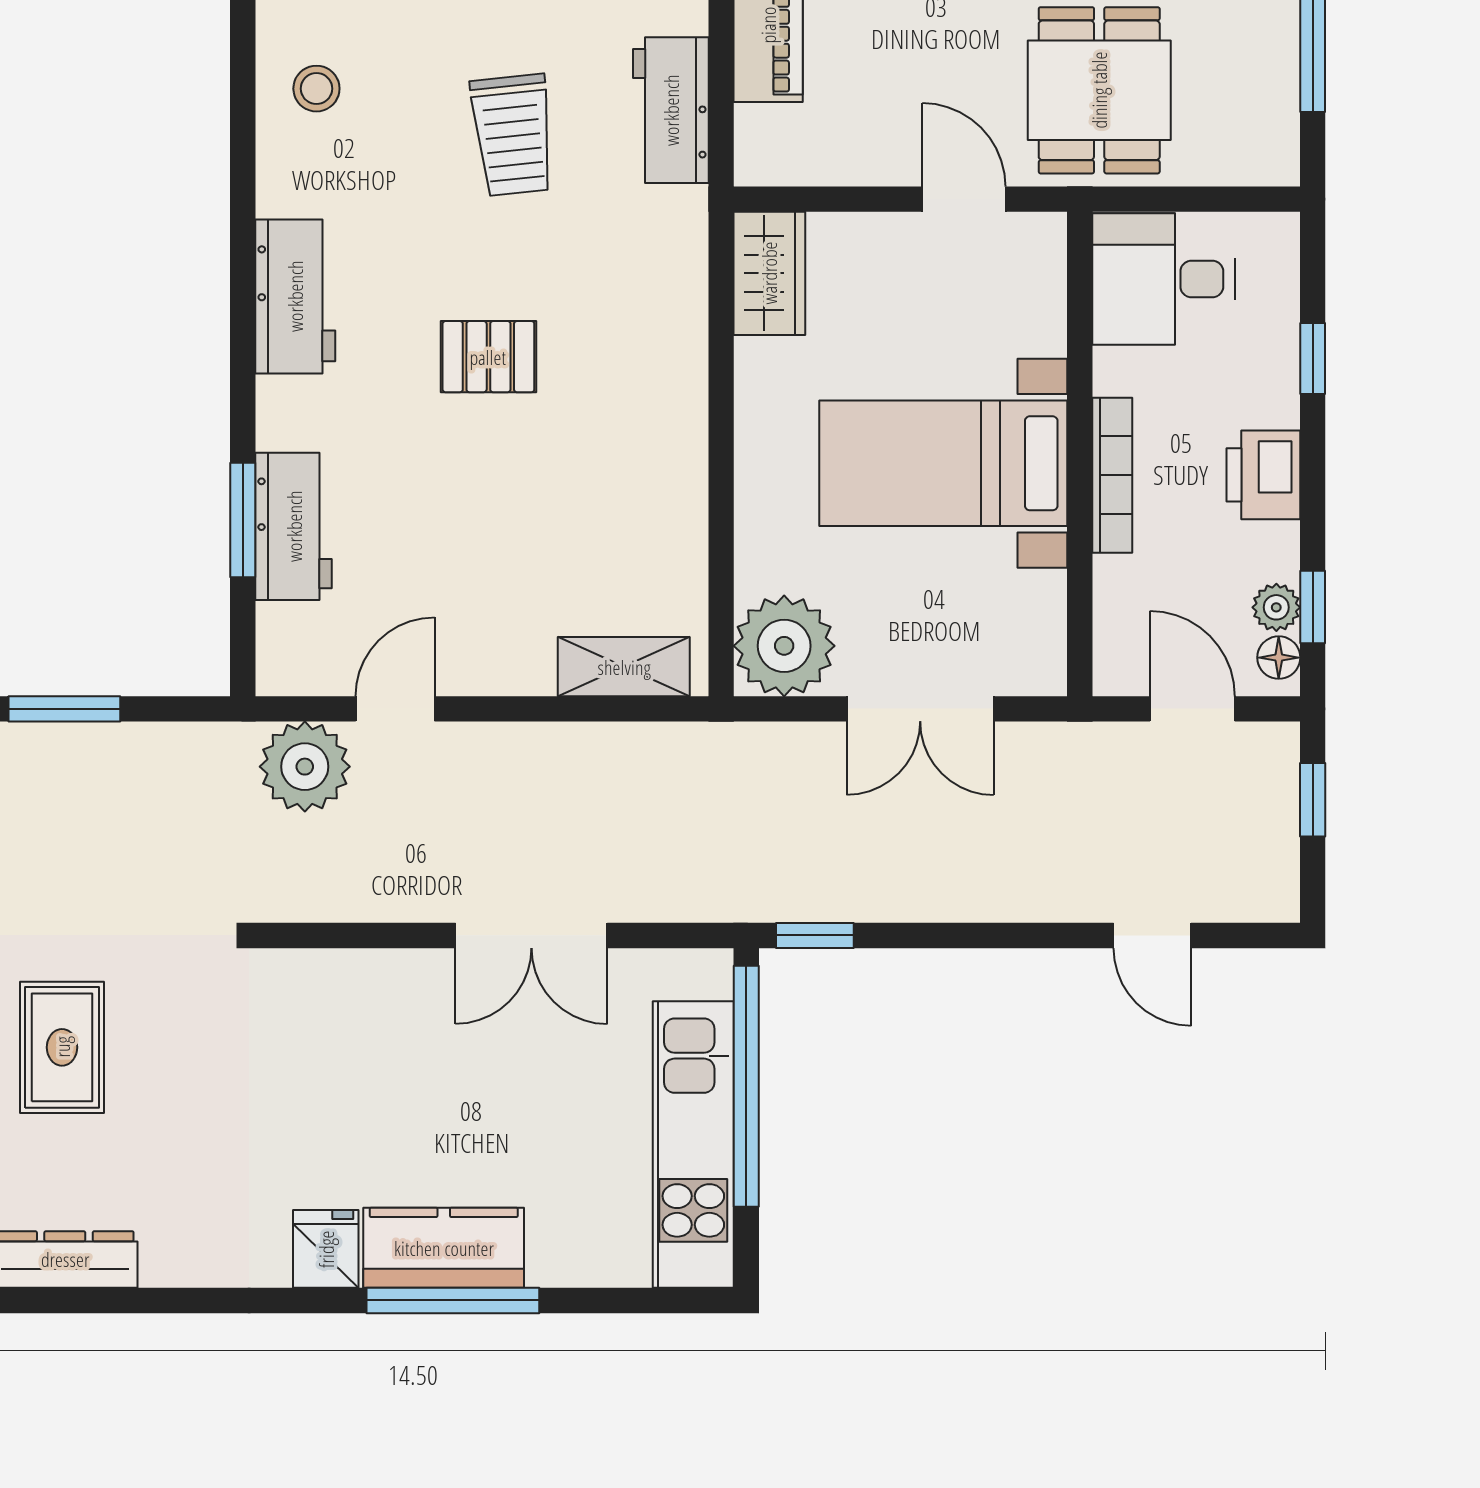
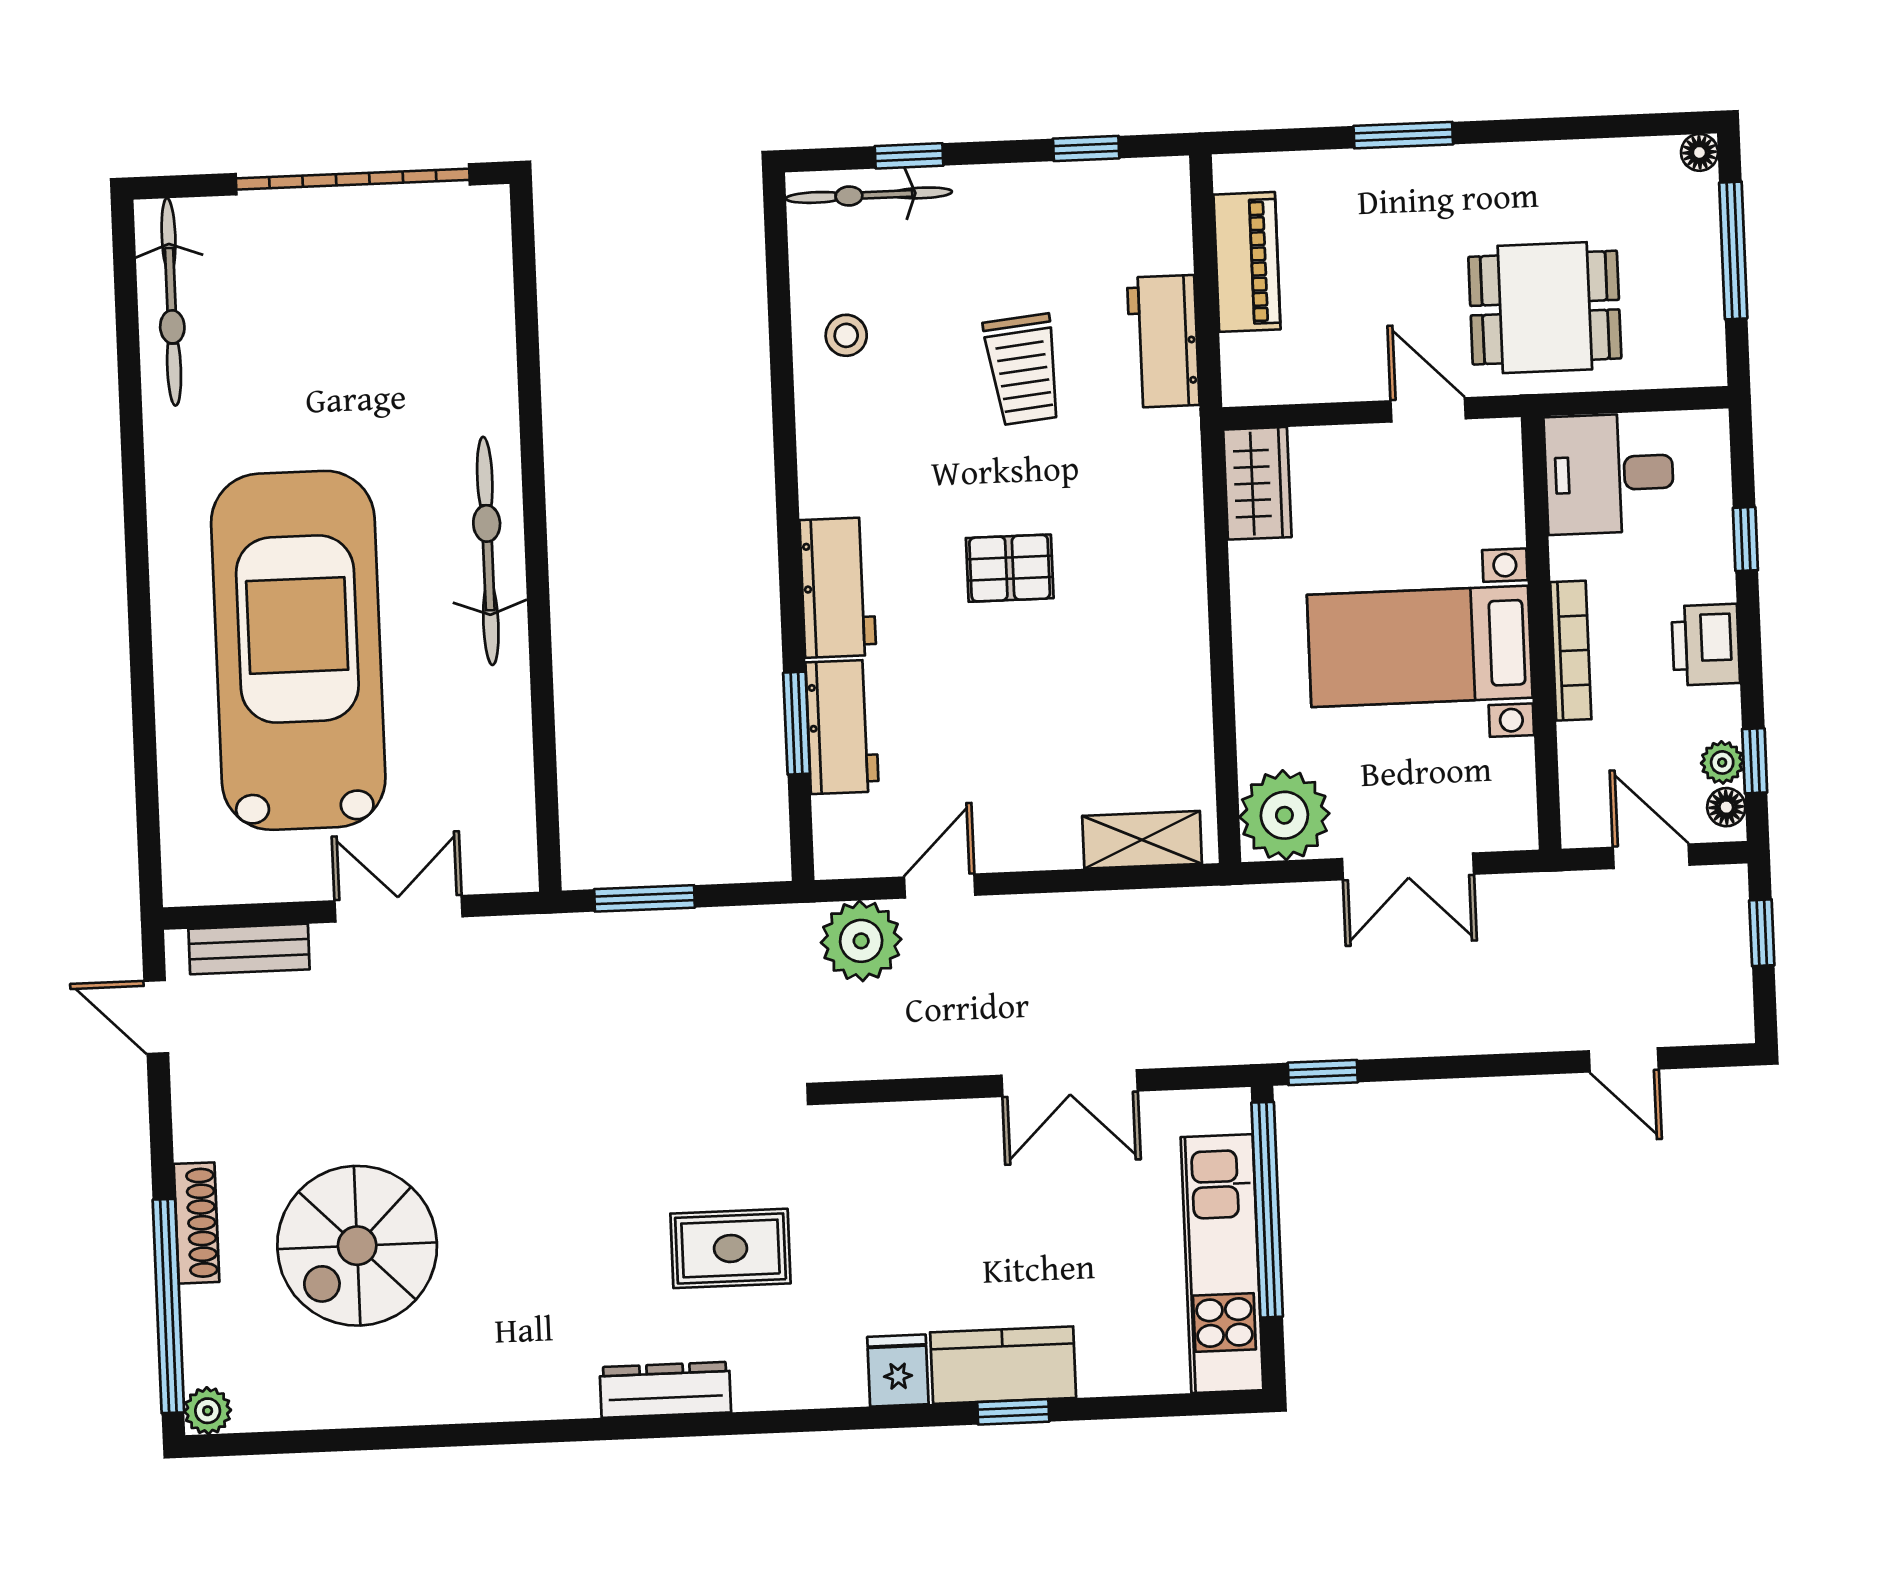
dining table: (1099, 90) -> (1545, 308), turned 90
workbench: (295, 296) -> (838, 588), moved
rug: (62, 1047) -> (731, 1248), moved, turned 90
window: (453, 1300) -> (1013, 1412), width x0.46

